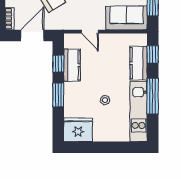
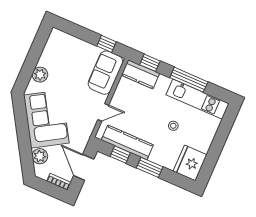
kitchen counter: (139, 63) -> (140, 74), moved
kitchen counter: (72, 65) -> (127, 142), width x1.50

